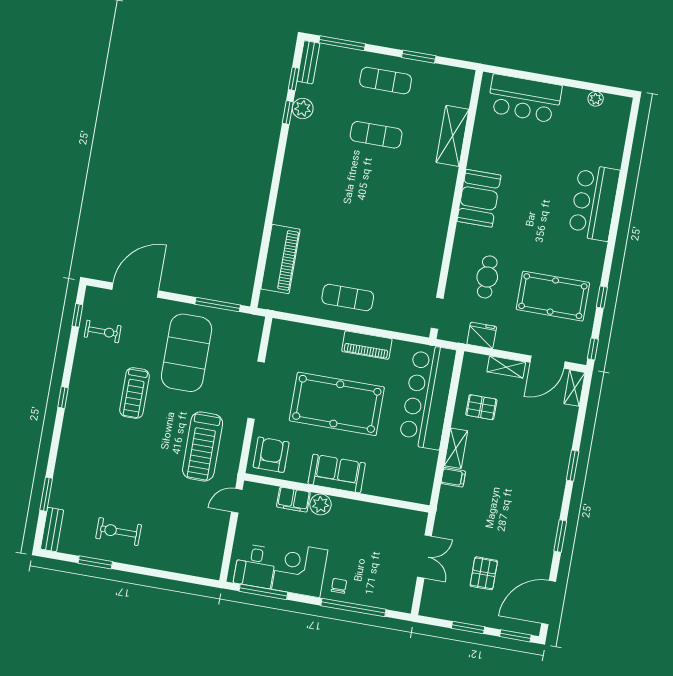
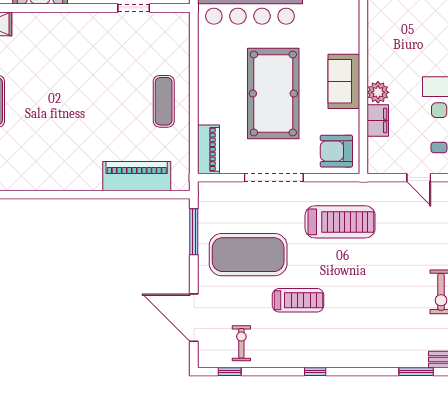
doorway: (437, 313) -> (134, 8), moved
piano: (367, 345) -> (208, 149), moved
door: (237, 501) -> (419, 178), moved

